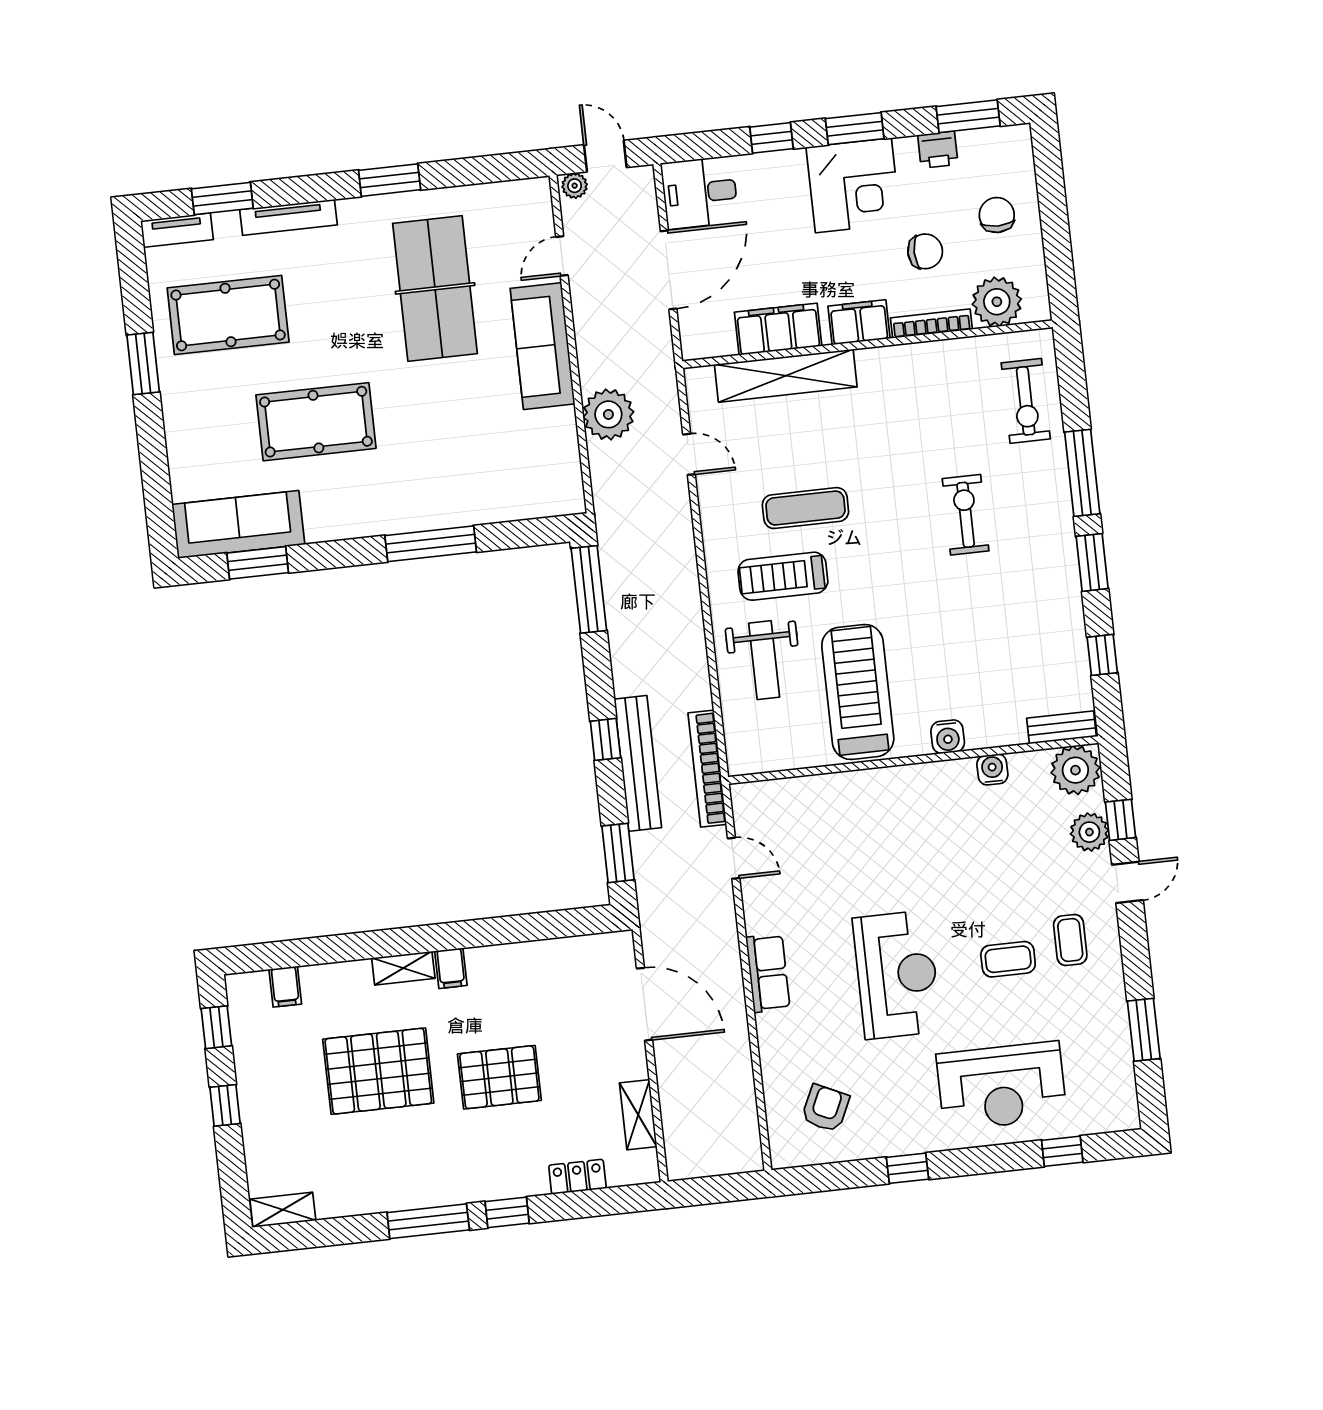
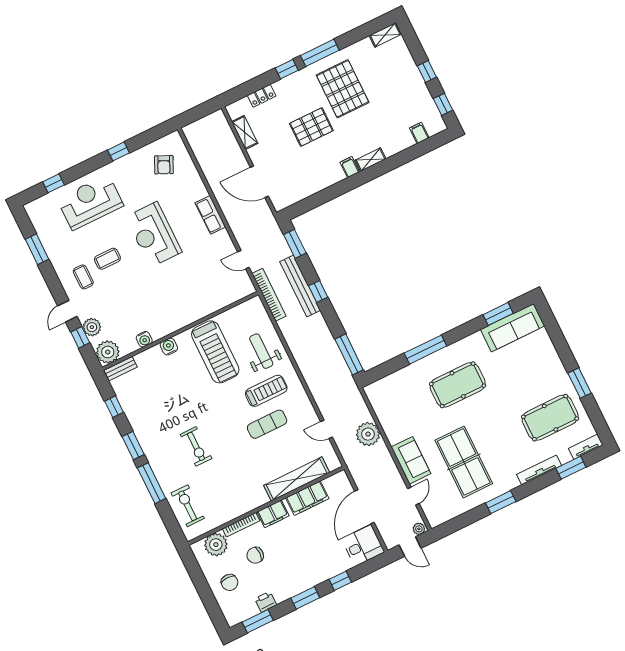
corner desk: (853, 185) -> (297, 573), removed
sofa: (542, 346) -> (411, 460), width x0.73
pool table: (316, 422) -> (458, 385), moved
pallet: (378, 1071) -> (343, 89), moved, turned 90

